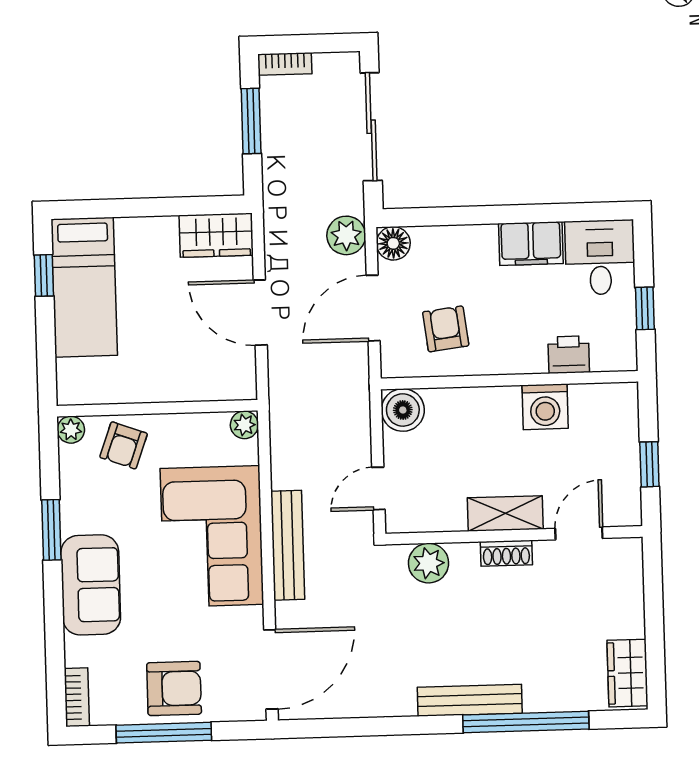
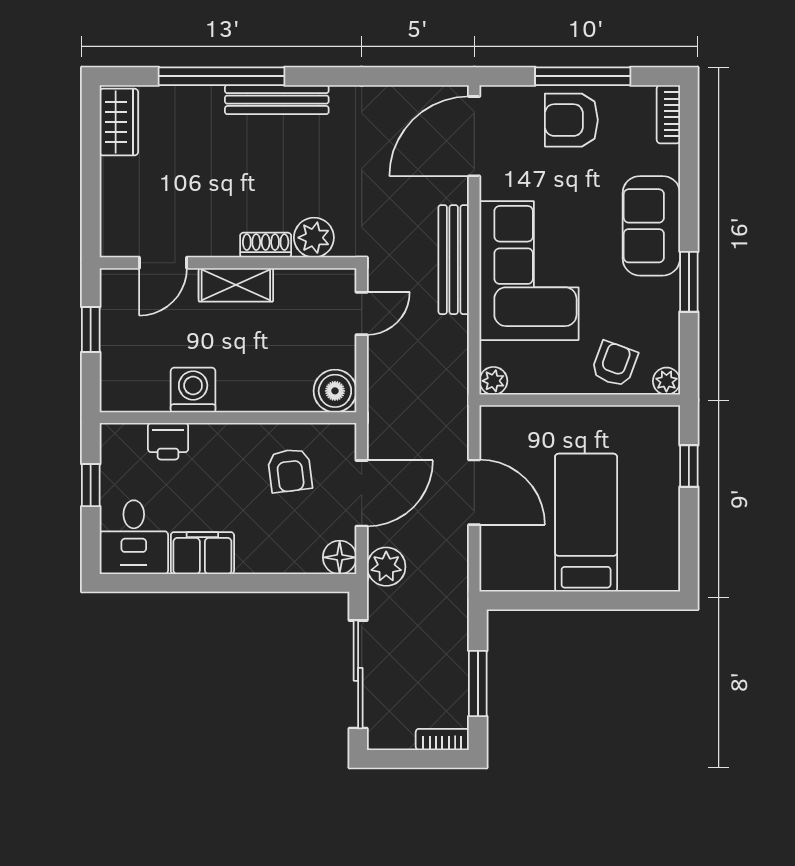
wardrobe: (216, 235) -> (516, 571), removed
window: (44, 275) -> (689, 466), moved
bed: (84, 287) -> (586, 523), moved
shoe rack: (506, 553) -> (266, 245), moved

